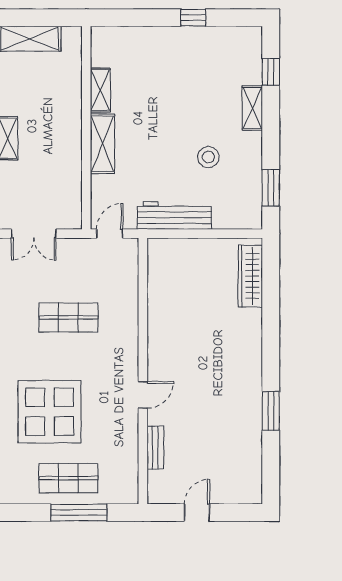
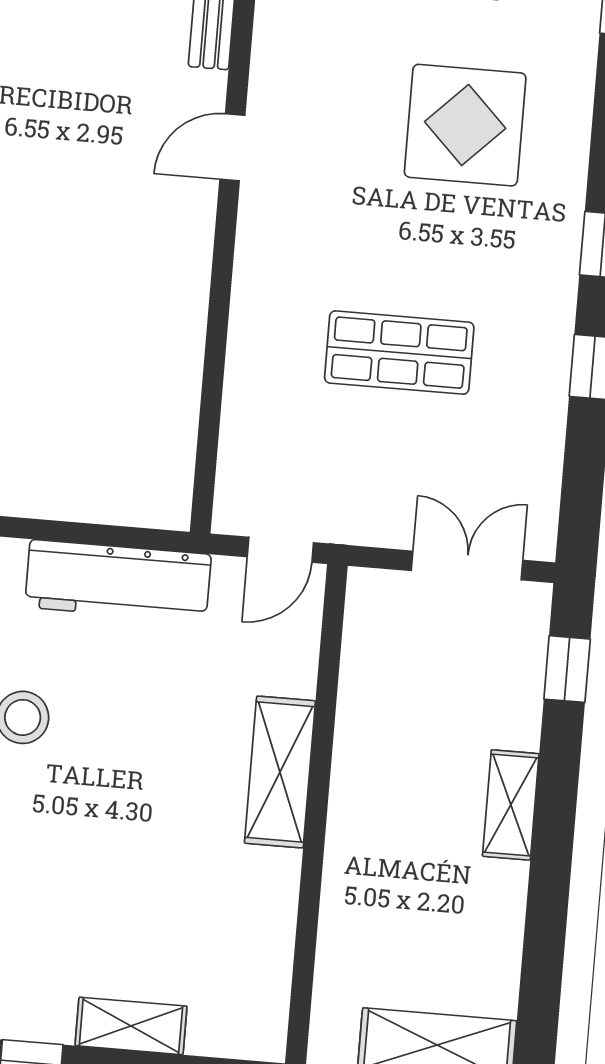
shelving: (100, 90) -> (131, 1026), moved, turned 90
display table: (49, 412) -> (465, 125), width x0.73, depth x0.73

